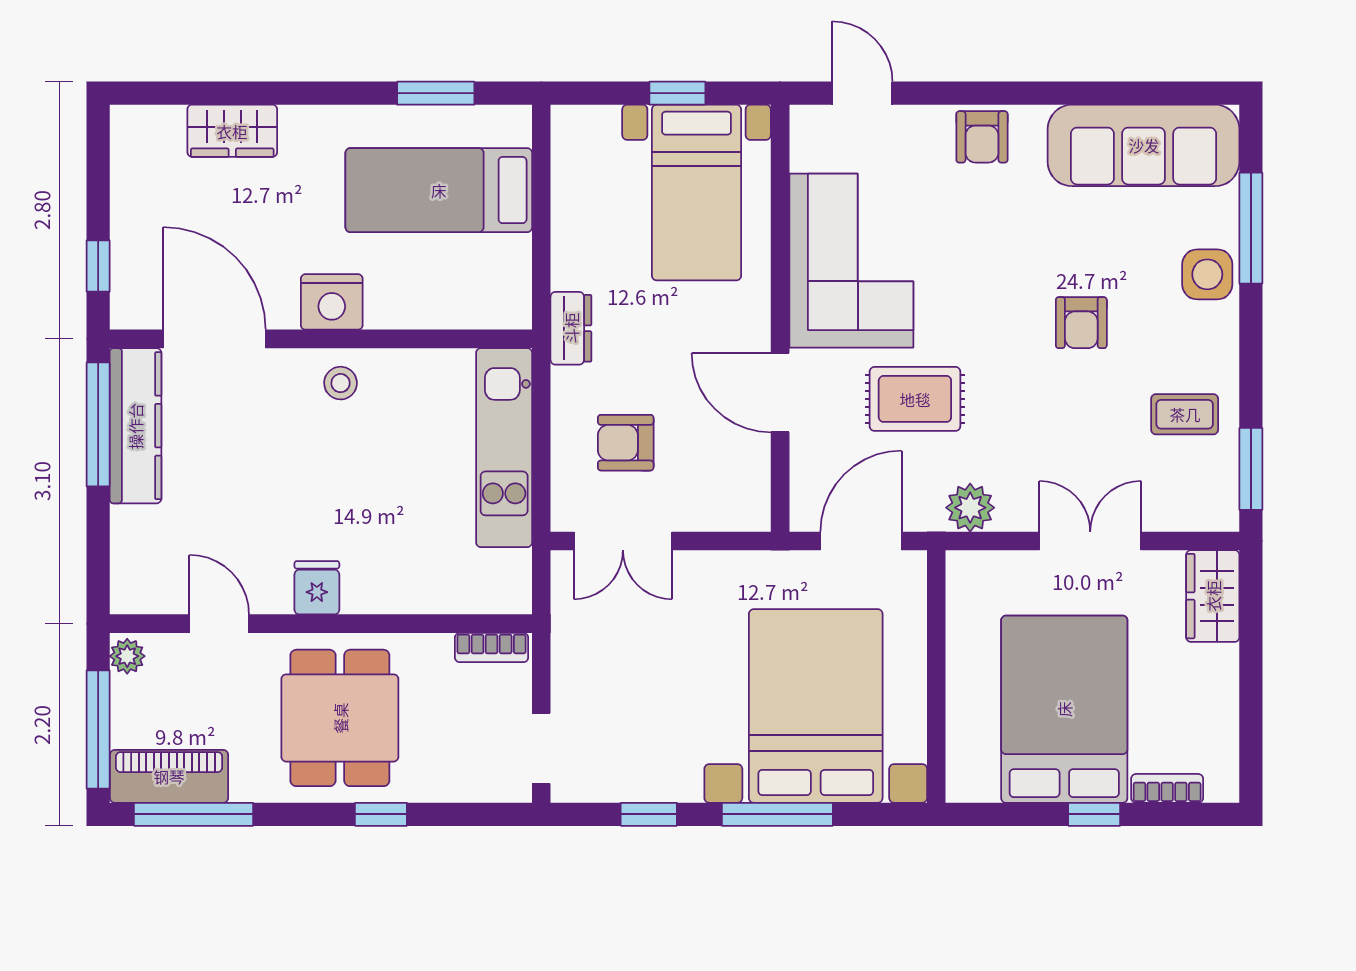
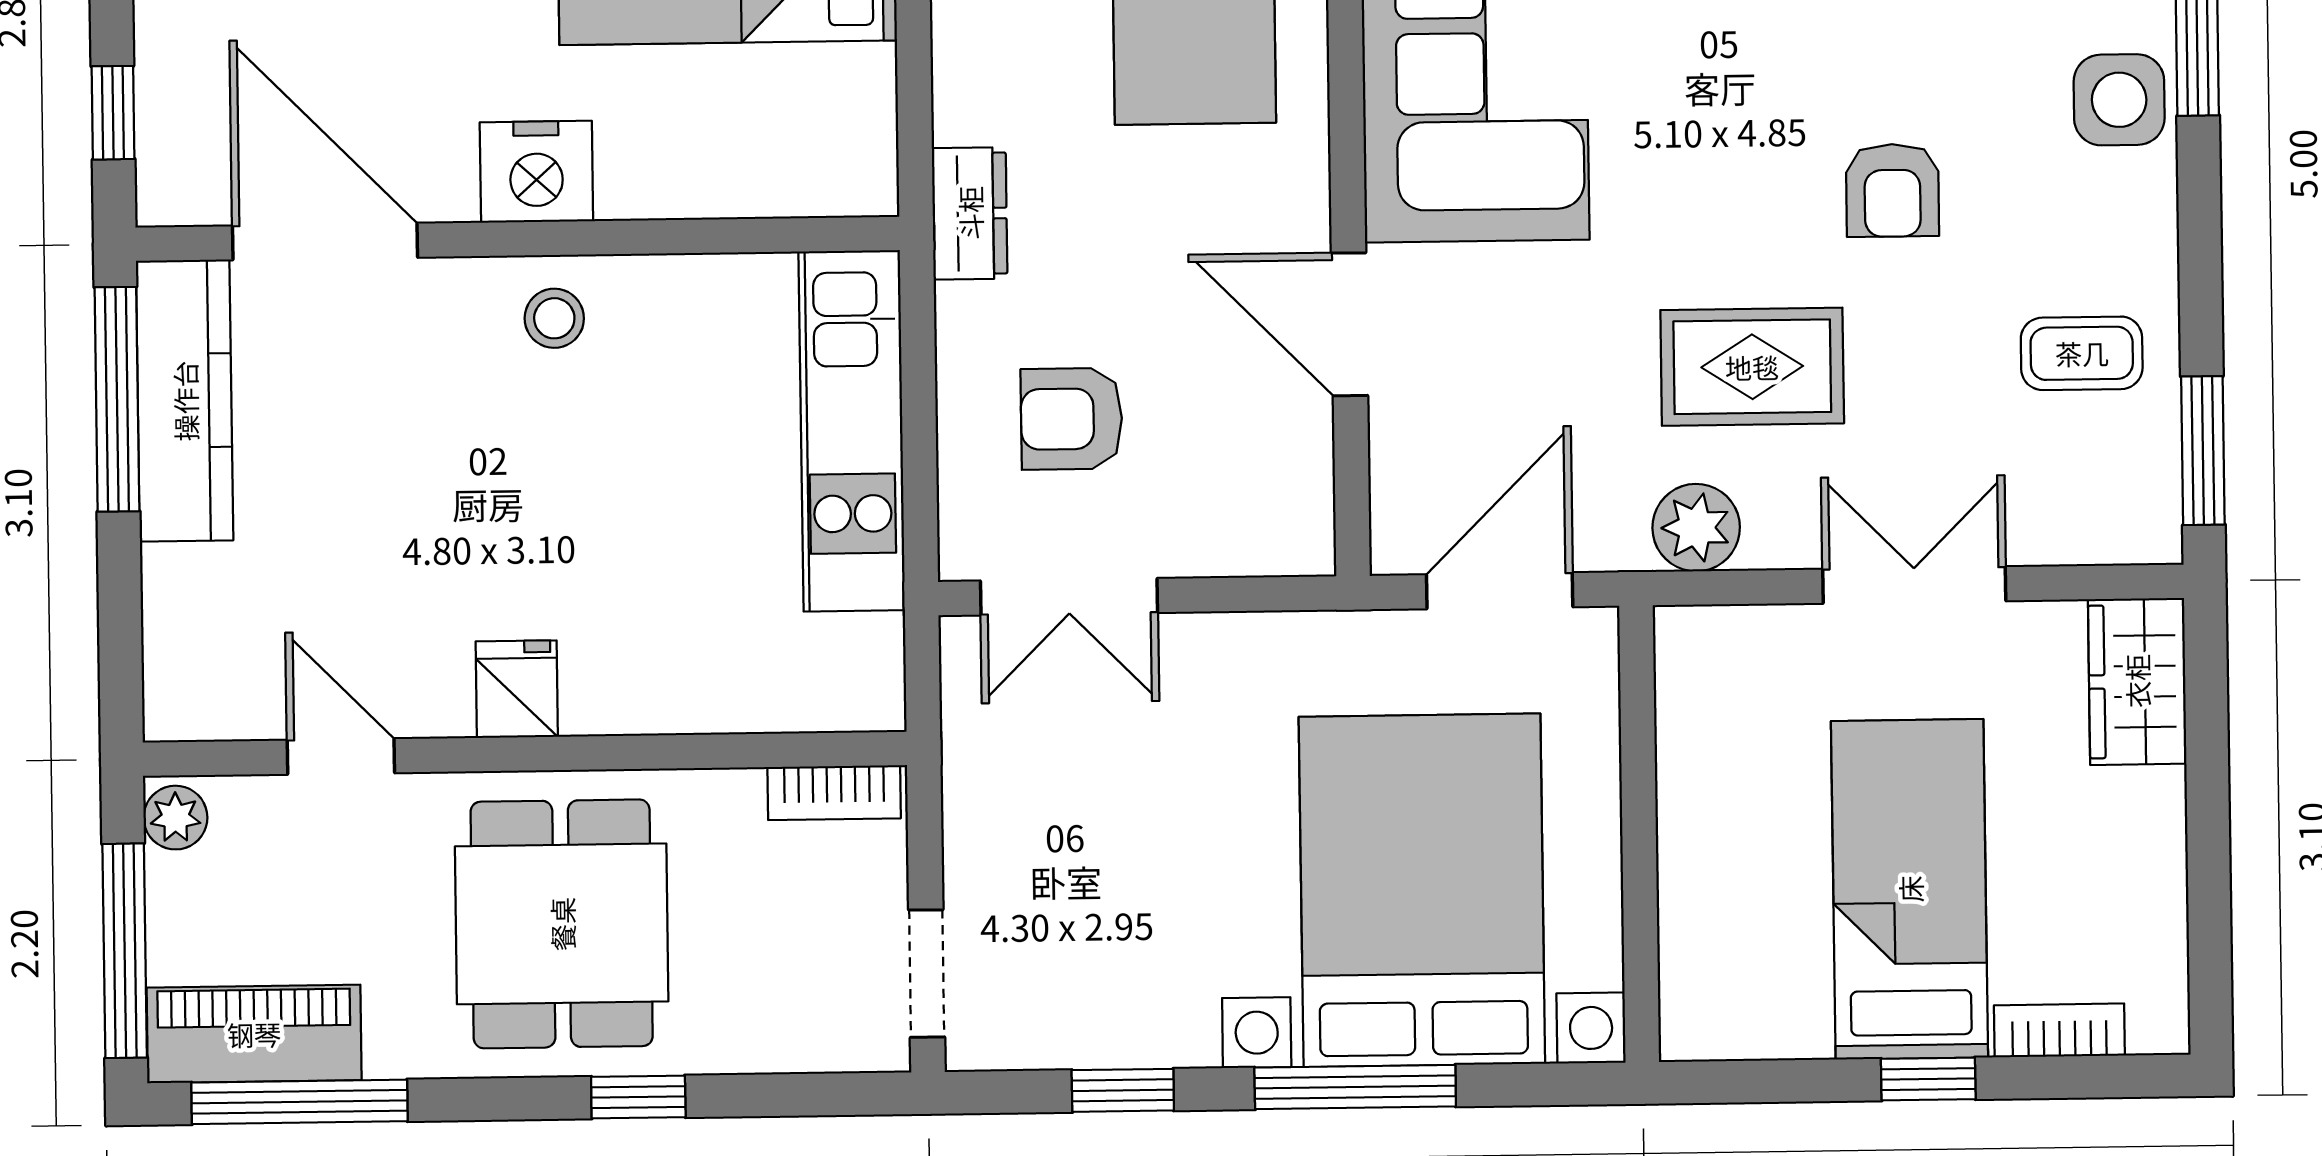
rug: (915, 399) -> (1752, 367), moved
bed: (1064, 709) -> (1910, 889), width x0.67

